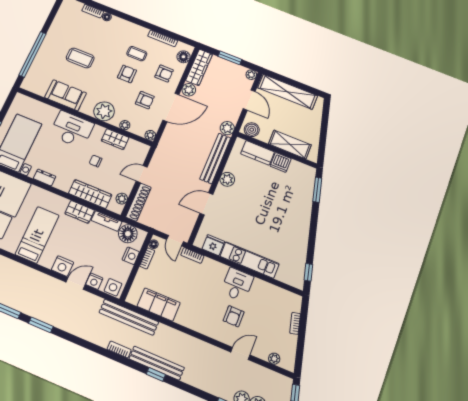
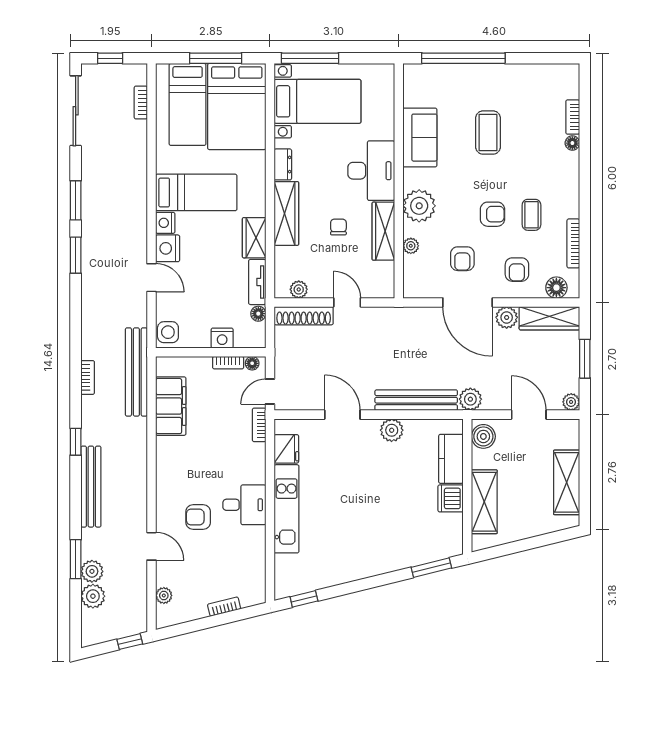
shelving: (288, 92) -> (567, 482), width x0.68
door: (249, 100) -> (529, 415), swing flipped
plant: (150, 135) -> (411, 290), removed
wardrobe: (115, 139) -> (383, 231), width x1.50
wardrobe: (90, 194) -> (286, 213), moved
floor lamp: (128, 234) -> (258, 314), width x0.53, depth x0.53
nightstand: (94, 281) -> (165, 223), moved
bench: (157, 363) -> (91, 487), moved

